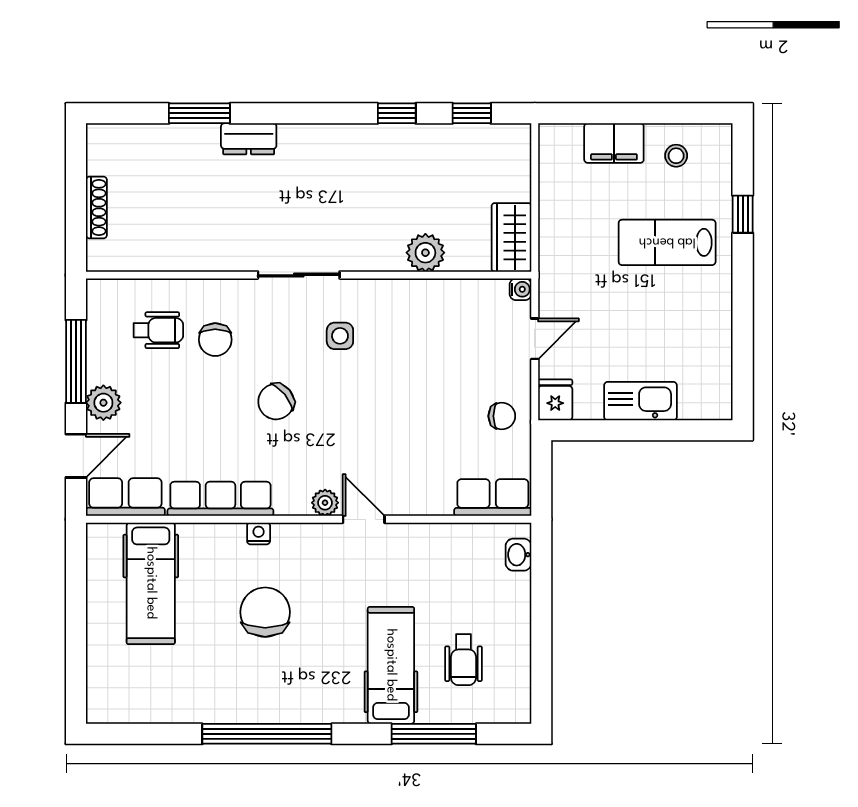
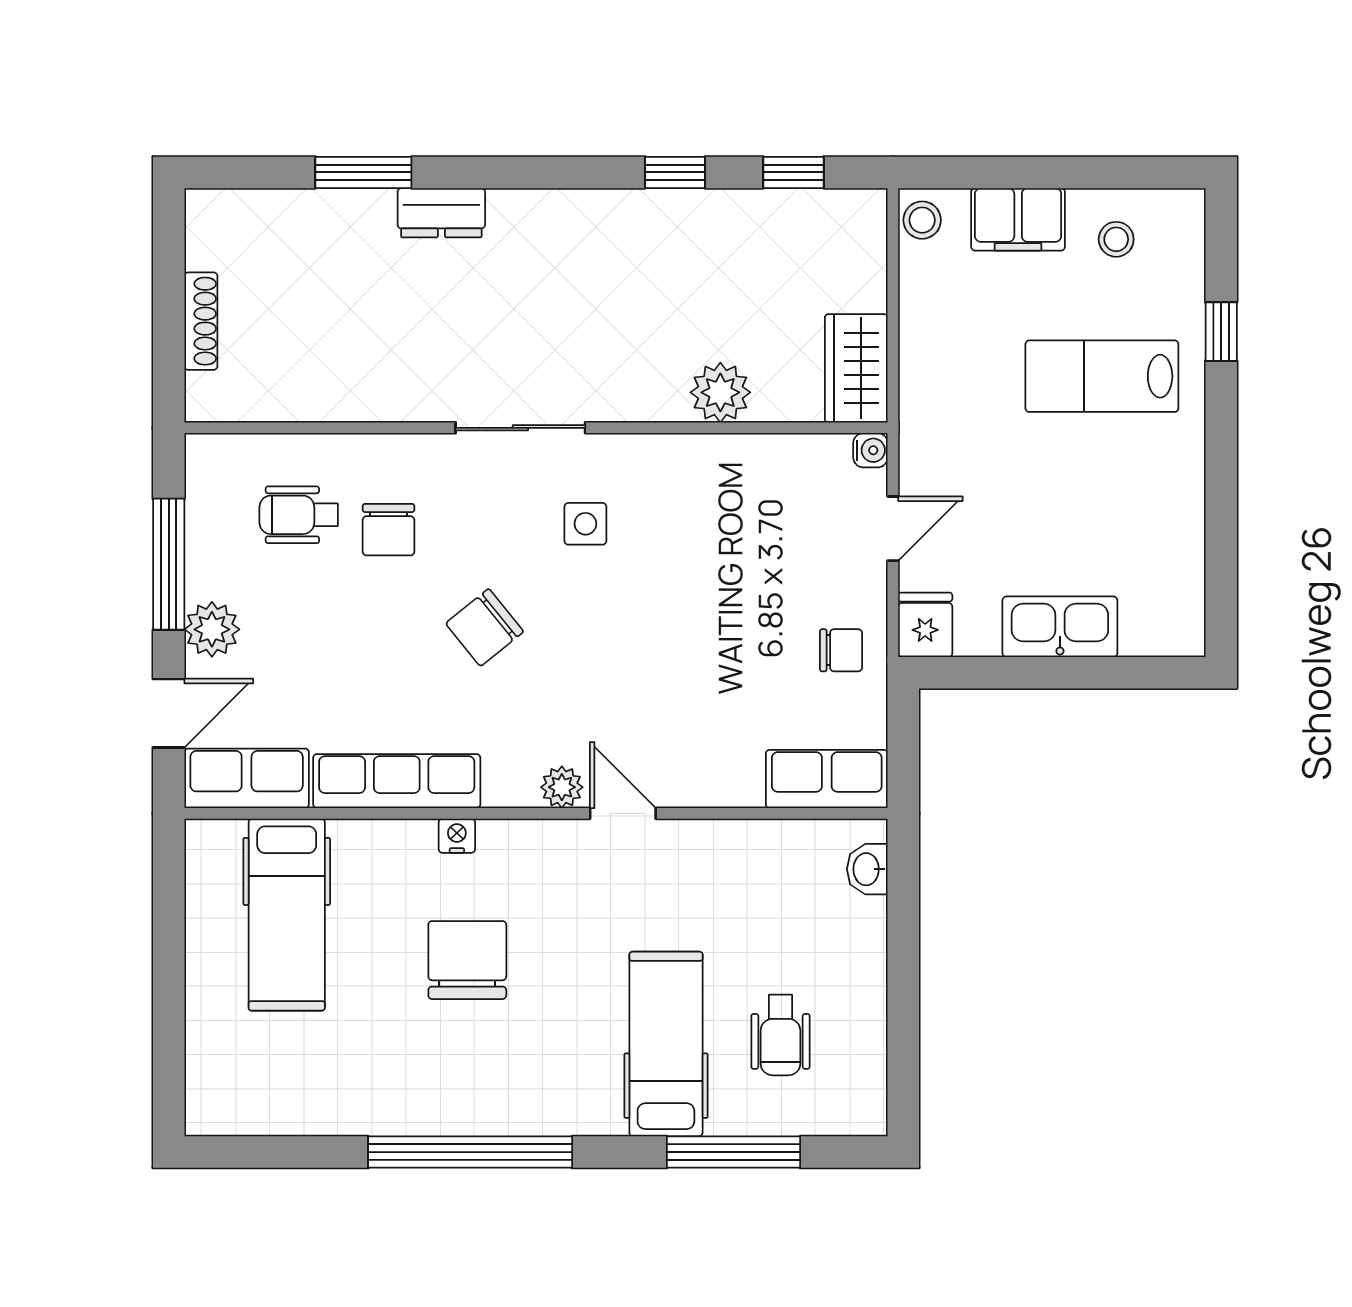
stool: (553, 144) -> (922, 220), added
wheelchair: (158, 330) -> (299, 515), turned 180

